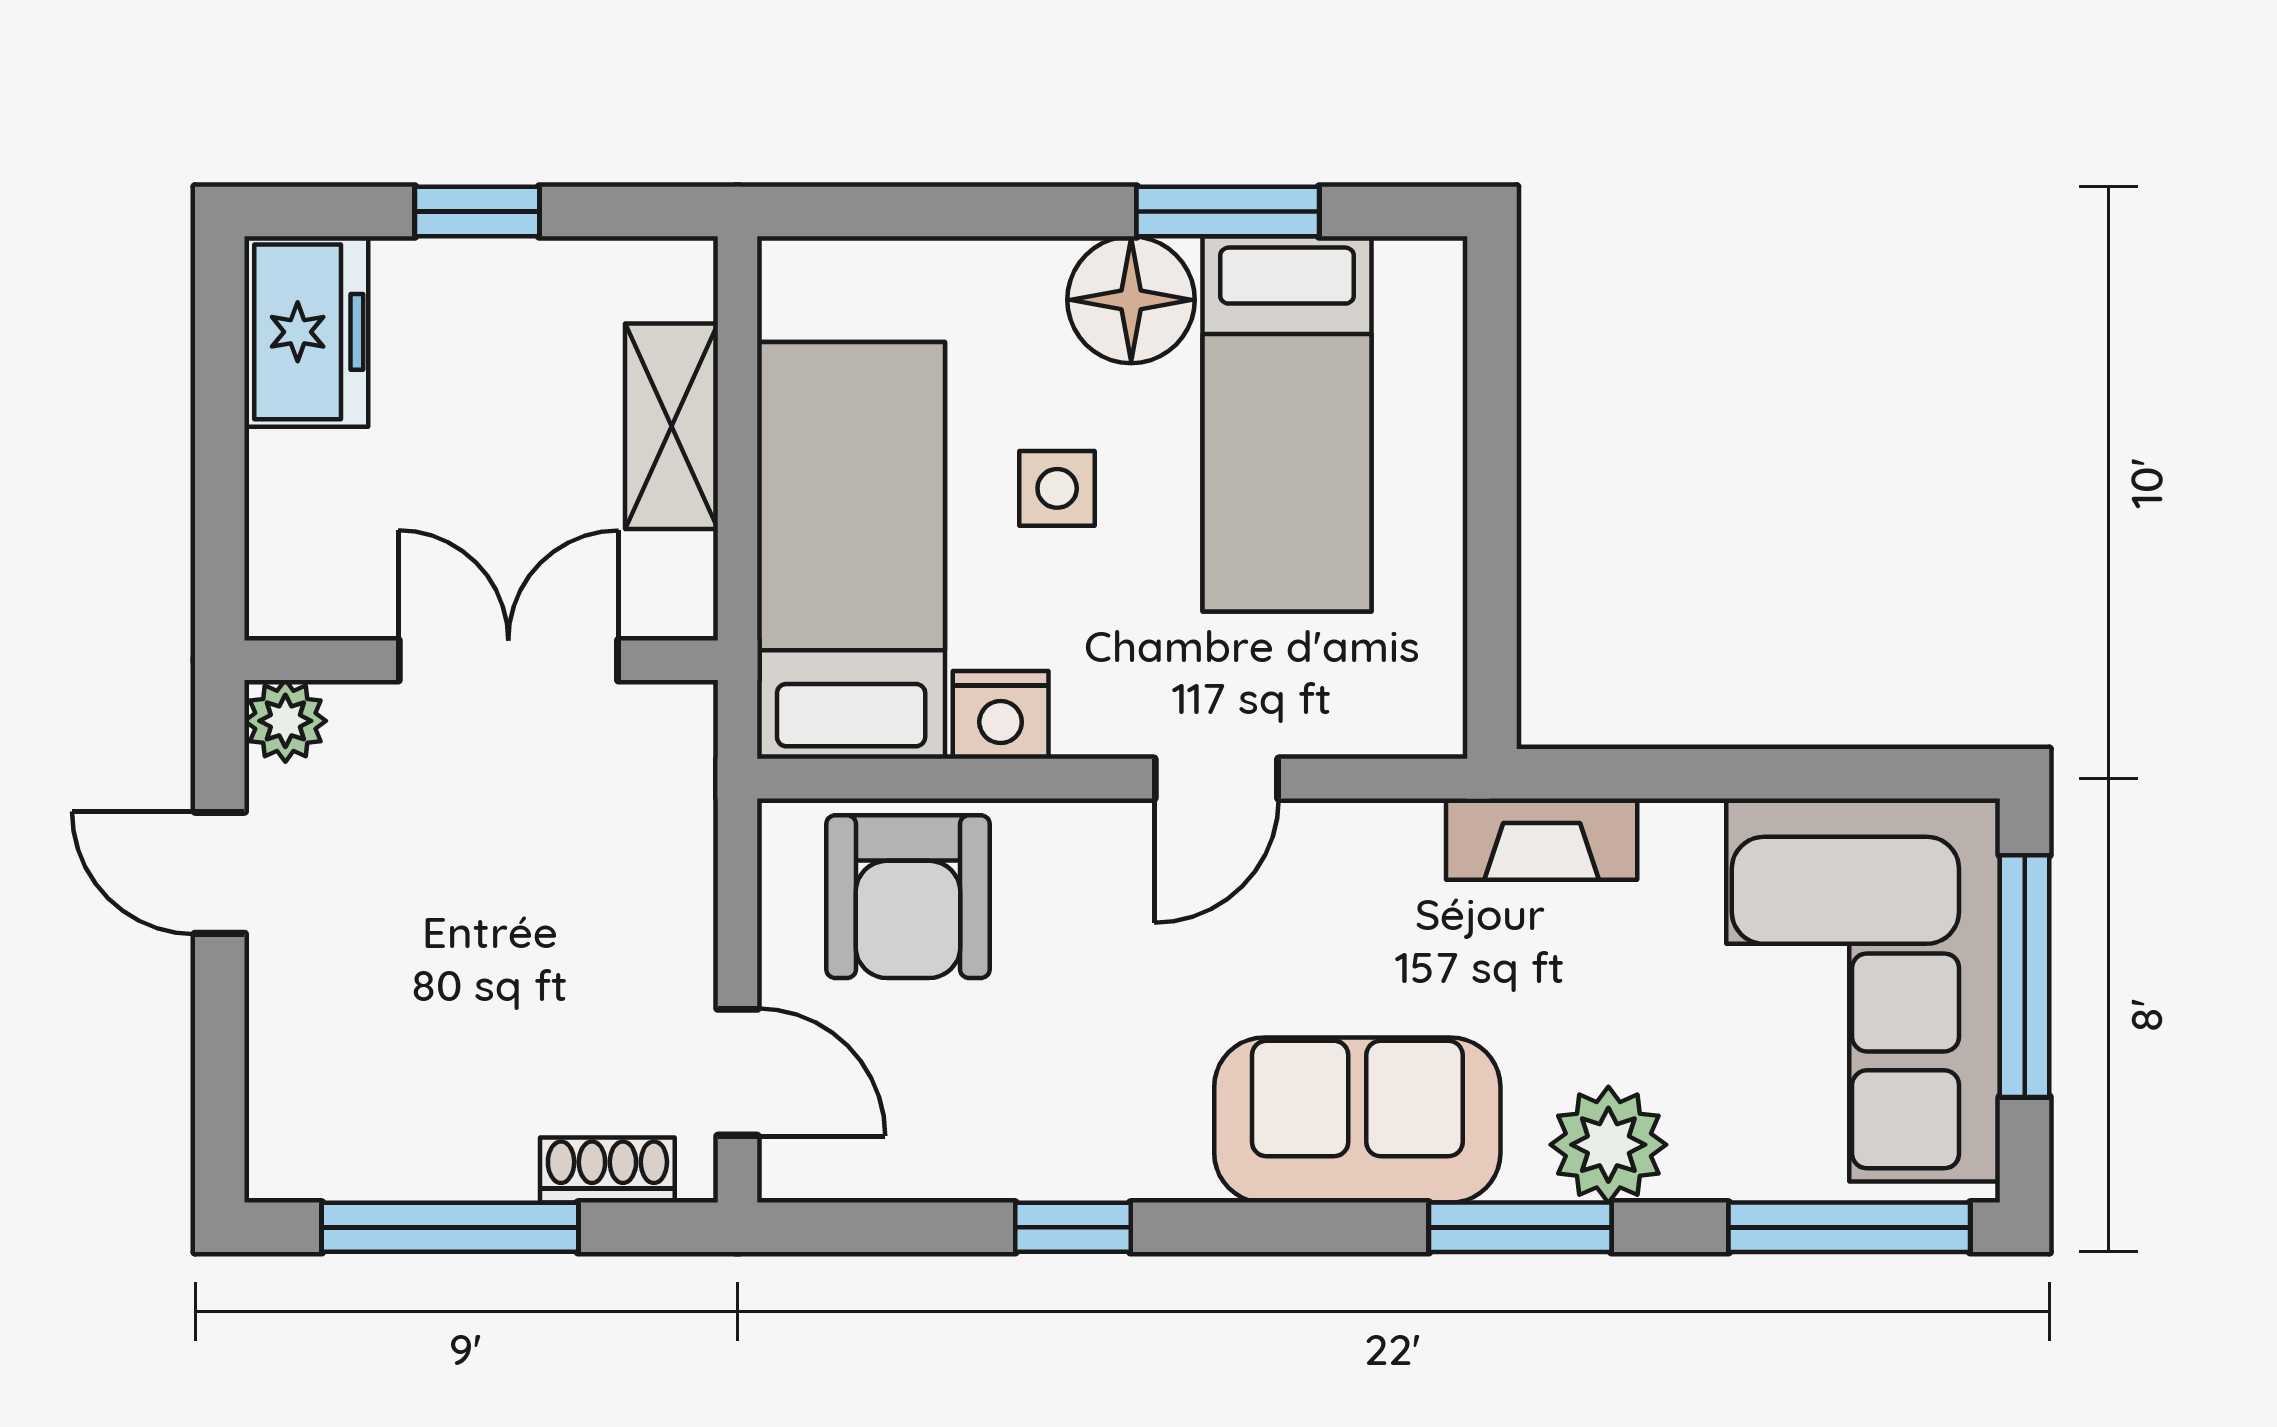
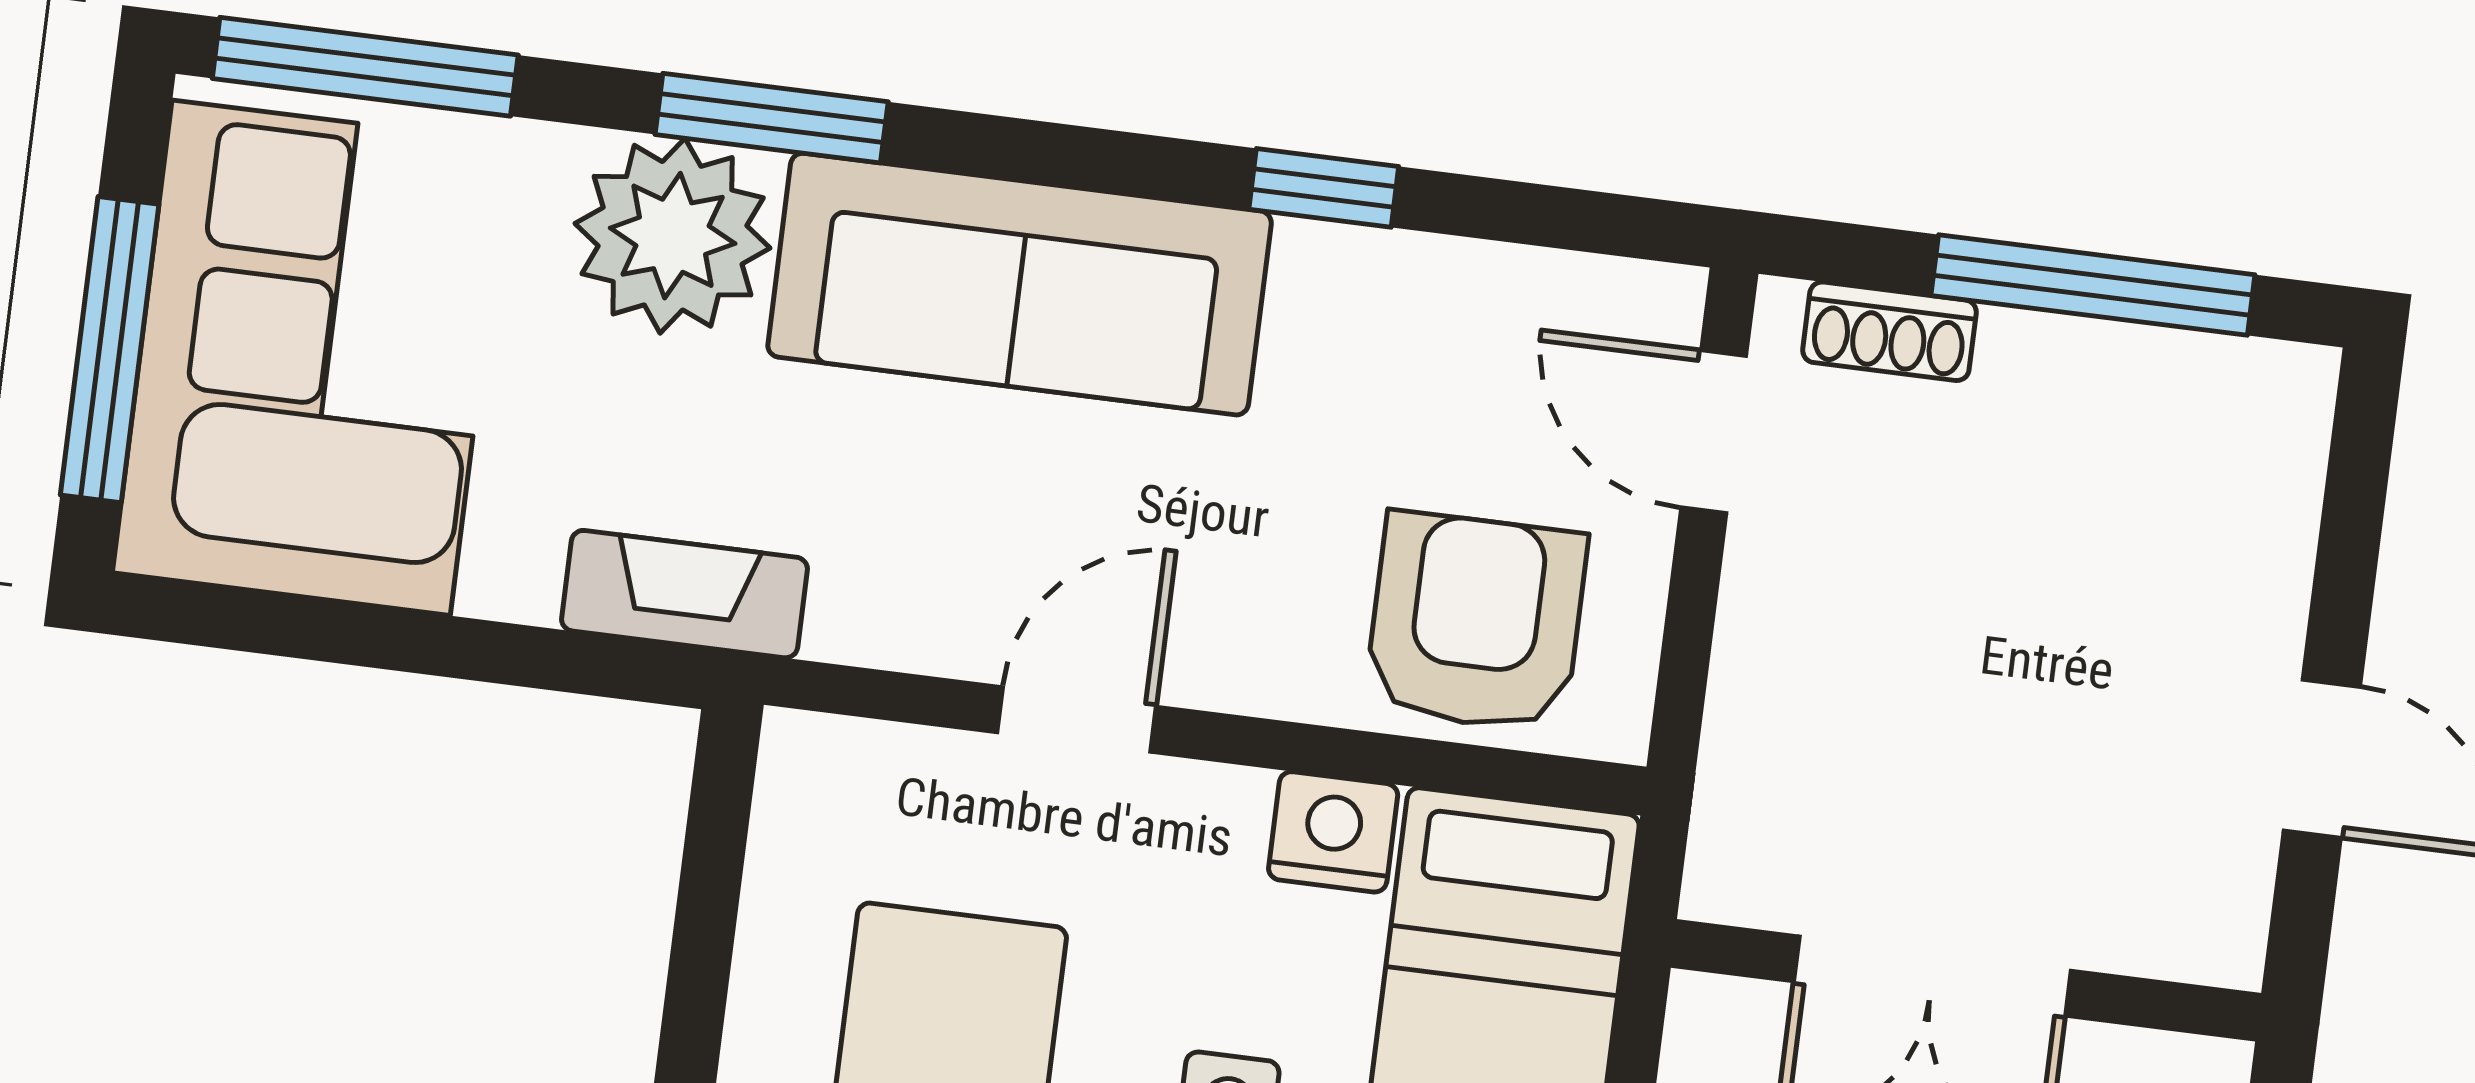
plant: (285, 721) -> (2217, 936), removed
sofa: (1357, 1120) -> (1020, 284), width x1.36
plant: (1608, 1145) -> (673, 236), width x1.36, depth x1.36

